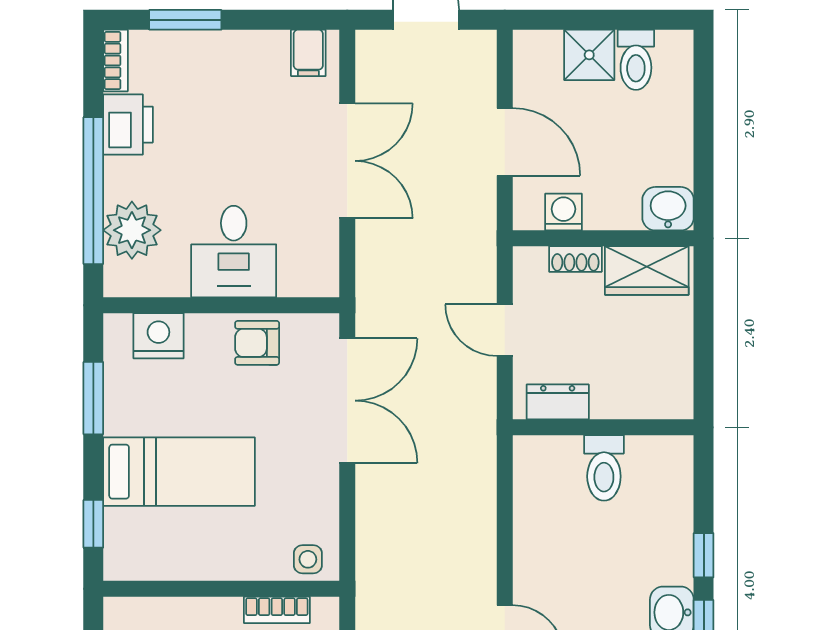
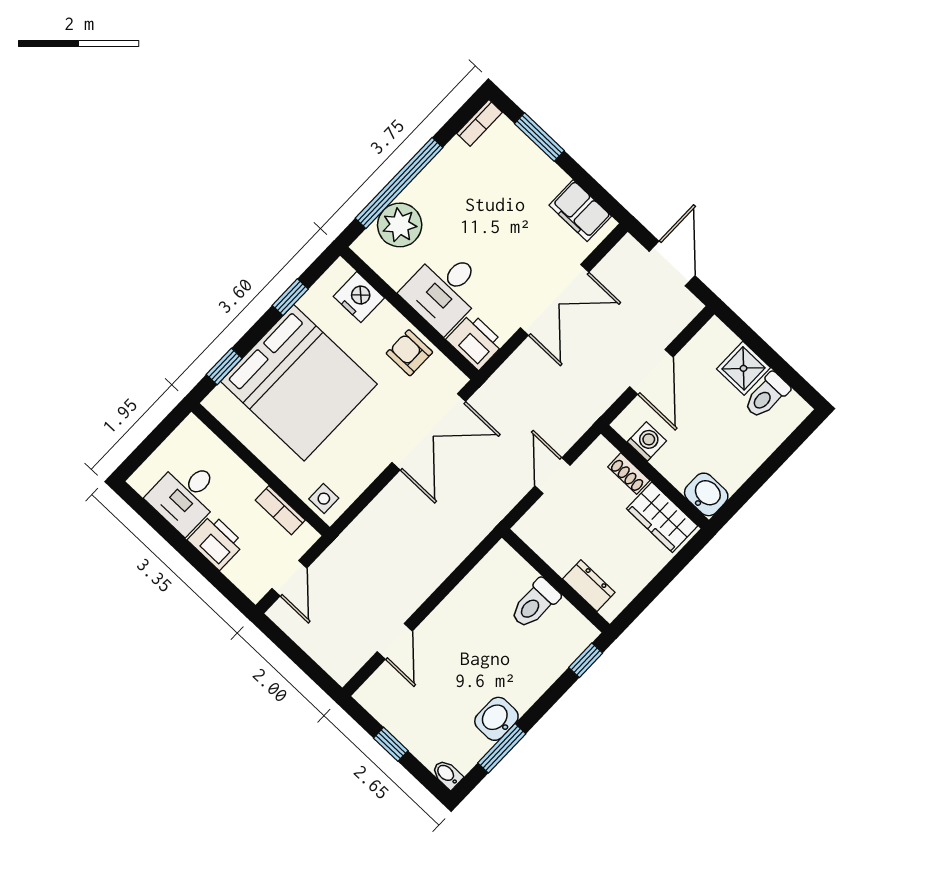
filing cabinet: (308, 53) -> (580, 211), width x2.00
printer: (128, 125) -> (475, 341), moved, turned -90
window: (93, 398) -> (290, 297), width x0.67
dresser: (558, 402) -> (589, 586), moved
bed: (179, 472) -> (299, 383), width x2.04
window: (704, 555) -> (586, 660), moved

